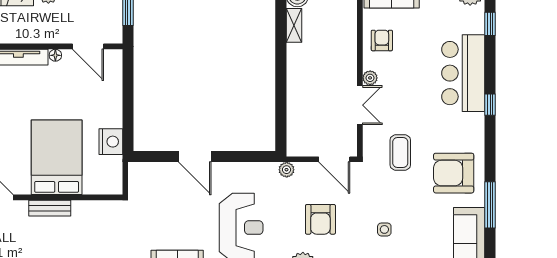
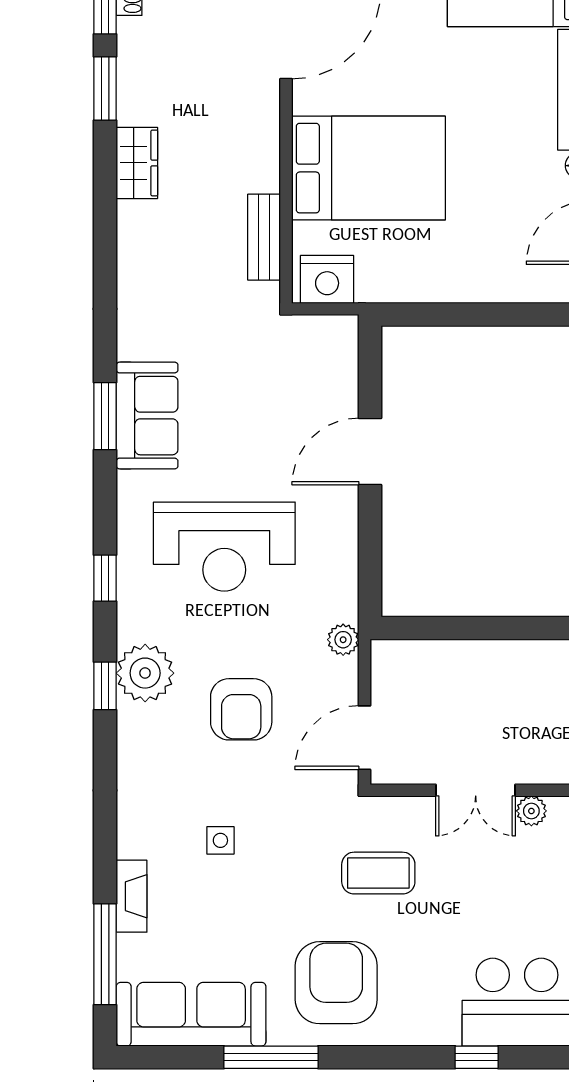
nightstand: (111, 142) -> (327, 279), moved
bench: (50, 208) -> (264, 237), moved
armchair: (320, 219) -> (241, 709), turned -90

